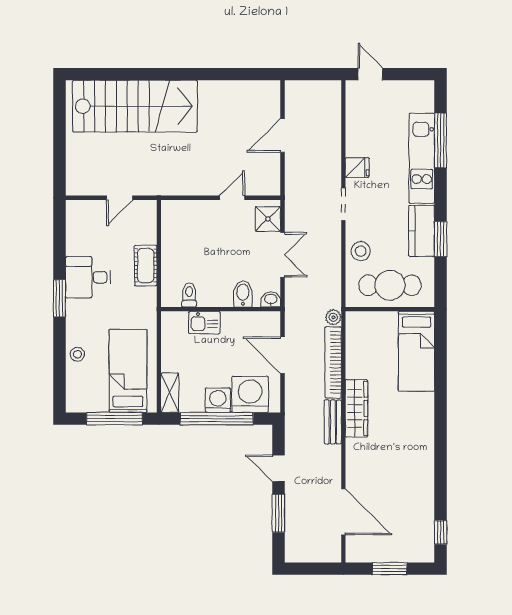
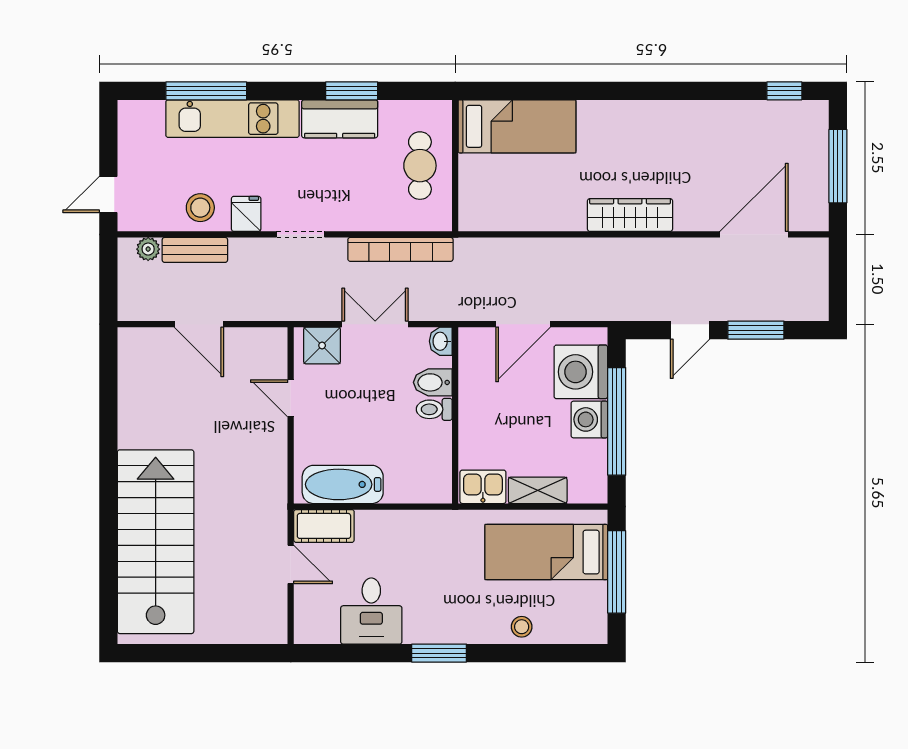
bathtub: (174, 233) -> (343, 484), added
stool: (361, 251) -> (200, 208), moved
cot: (146, 266) -> (324, 526), moved
desk: (88, 277) -> (371, 611), moved
cafe table: (390, 285) -> (420, 166), width x0.73, depth x0.74
toilet: (189, 295) -> (434, 409), moved
plant: (333, 317) -> (148, 249), moved
kitchen sink: (204, 323) -> (483, 487), moved, turned -90
bookcase: (333, 362) -> (400, 249), moved
shelving: (170, 393) -> (538, 490), moved
wardrobe: (356, 408) -> (630, 215), moved
bench: (333, 422) -> (195, 250), moved
window: (390, 569) -> (838, 166), width x1.44

